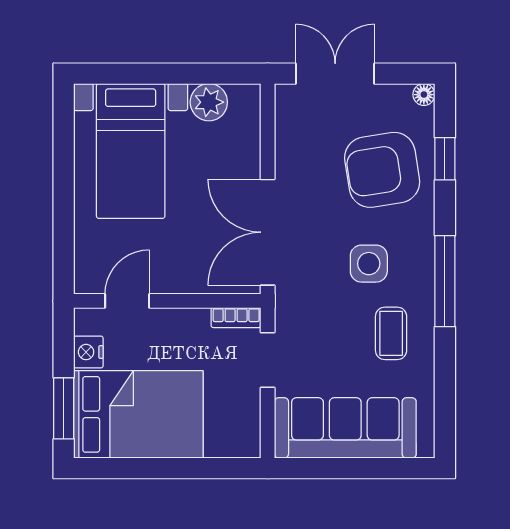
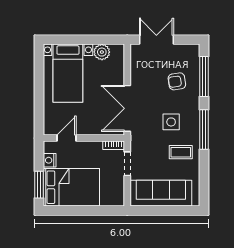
floor lamp: (424, 95) -> (195, 49), removed
window: (445, 159) -> (204, 77), width x2.17
armchair: (382, 170) -> (177, 81), width x0.53, depth x0.53
coffee table: (391, 333) -> (181, 152), turned 90

